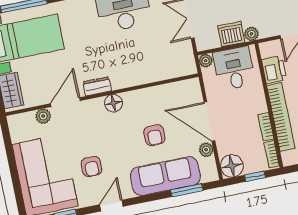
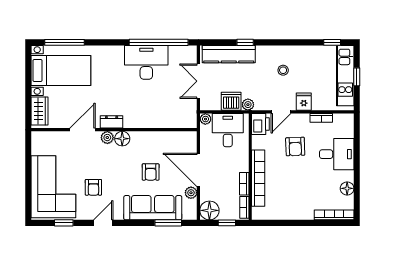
printer: (274, 70) -> (260, 124), moved
plant: (43, 116) -> (107, 138), moved

